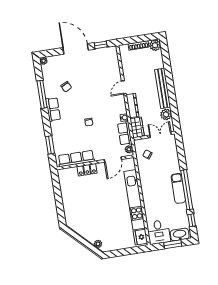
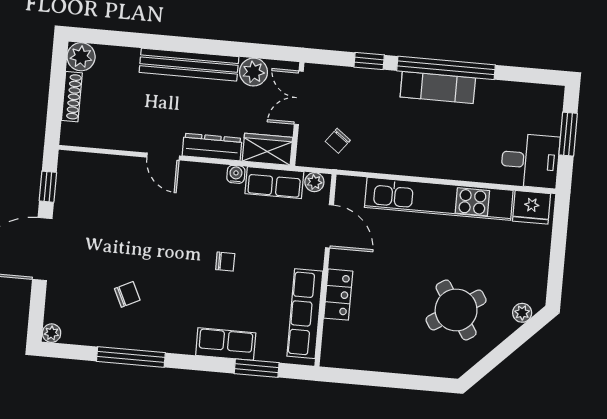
row of seats: (53, 109) -> (226, 344), moved
round table: (93, 218) -> (456, 310), added
window: (192, 220) -> (369, 61), moved
washbasin: (180, 235) -> (549, 112), removed

